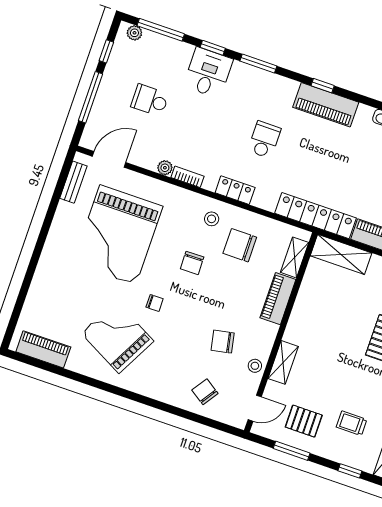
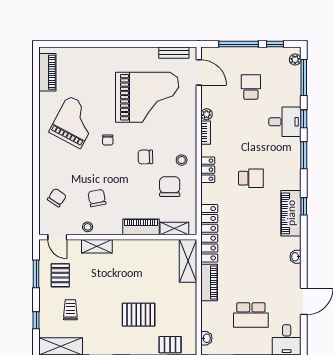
grand piano: (118, 235) -> (147, 97), turned 180

